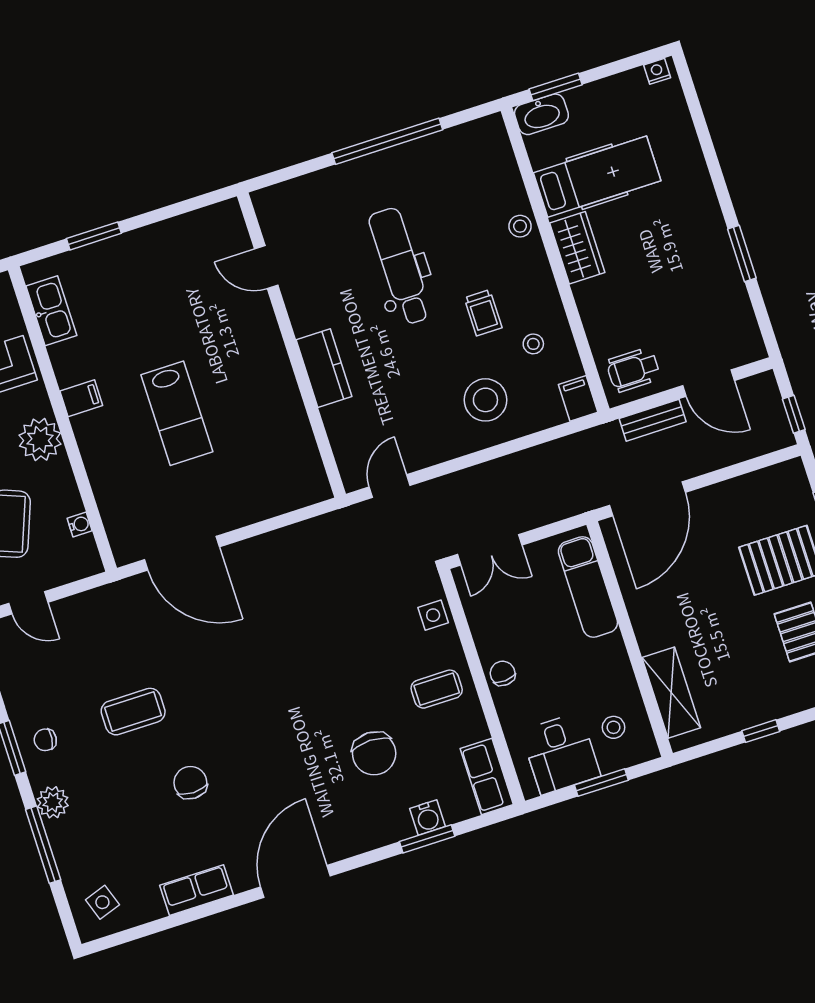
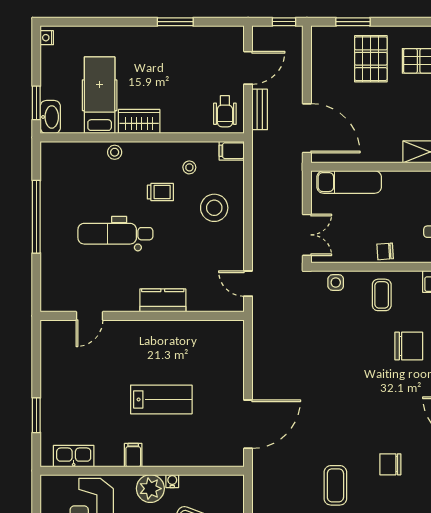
water cooler: (80, 524) -> (172, 481), moved

